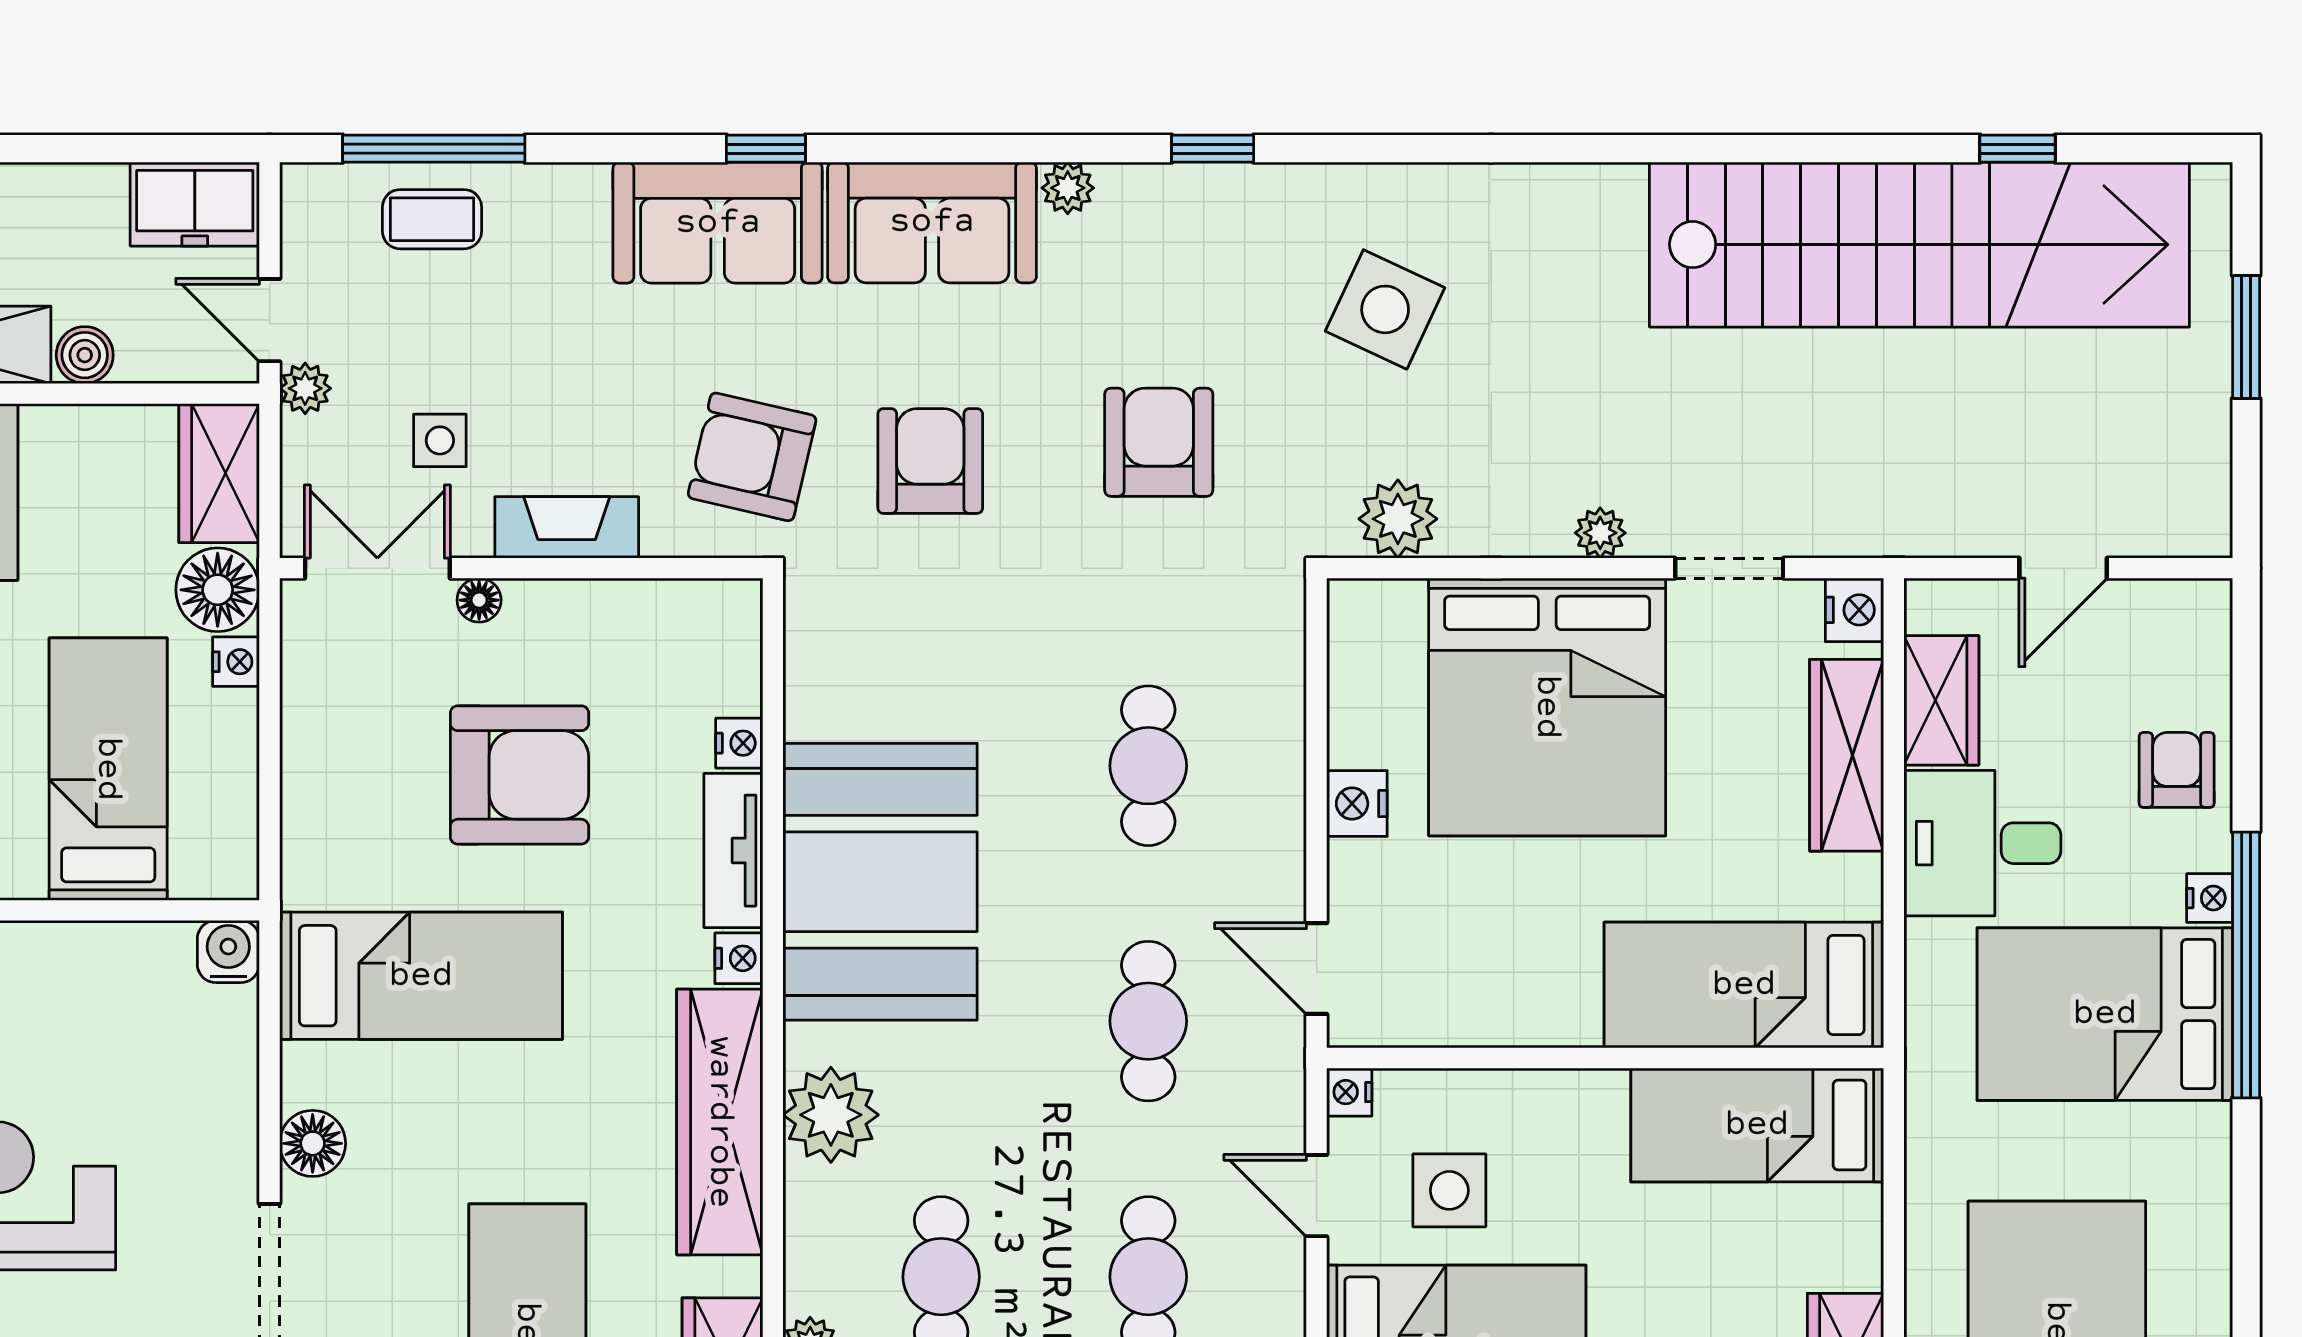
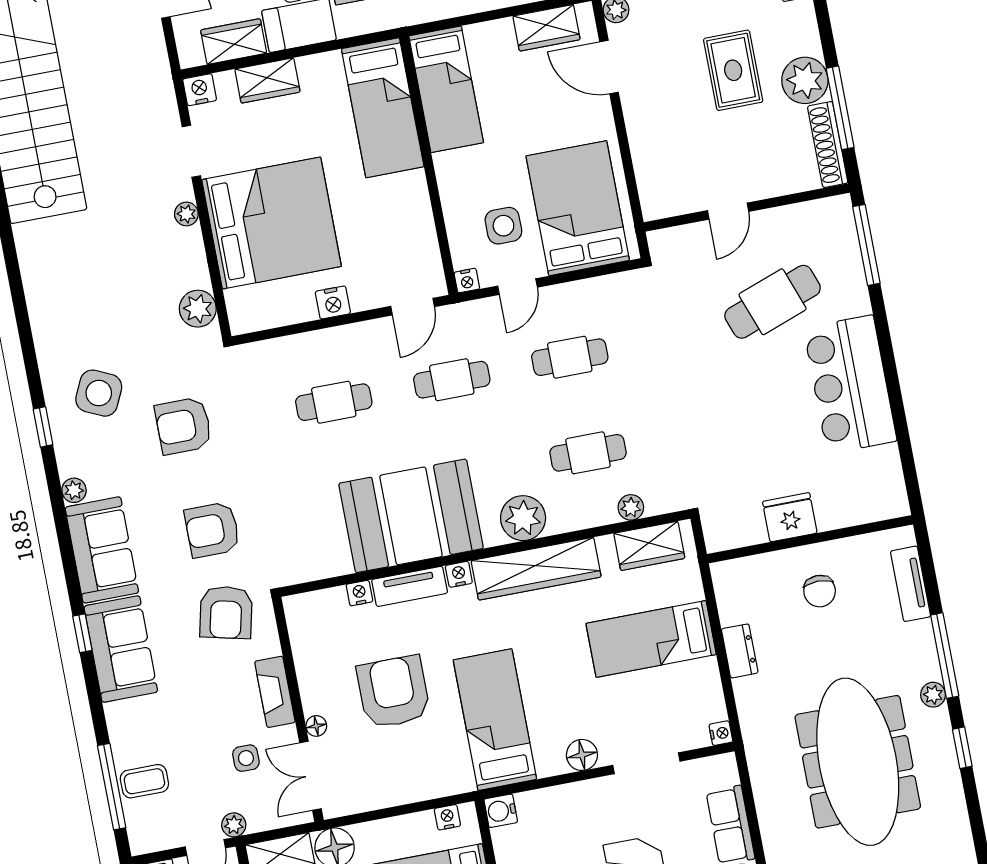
coffee table: (432, 219) -> (144, 781), turned 90
side table: (1385, 309) -> (99, 393), moved
nightstand: (236, 662) -> (447, 817), moved
wardrobe: (1847, 755) -> (267, 80), width x0.67

